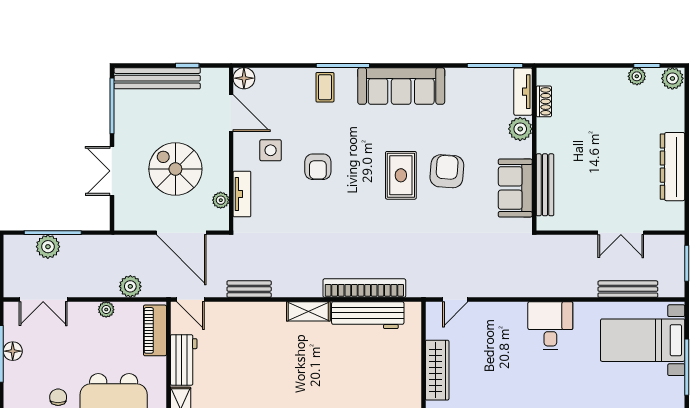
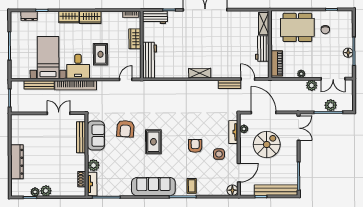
plant: (672, 78) -> (46, 191), moved
door: (231, 113) -> (239, 173), swing flipped
dresser: (672, 167) -> (17, 162), moved
spiral stairs: (175, 169) -> (267, 144), turned -90
double door: (112, 171) -> (299, 128), moved
armchair: (447, 171) -> (125, 129), moved
double door: (621, 233) -> (59, 113), moved
plant: (130, 286) -> (312, 85), moved
bookcase: (364, 288) -> (76, 85), moved
double door: (43, 300) -> (333, 79), swing flipped
door: (190, 300) -> (248, 79), moved
workbench: (368, 315) -> (150, 60), moved, turned 90
bed with nightstands: (643, 340) -> (48, 57), moved, turned -90
rug: (506, 350) -> (100, 54), added
wardrobe: (437, 370) -> (135, 39), width x0.67

